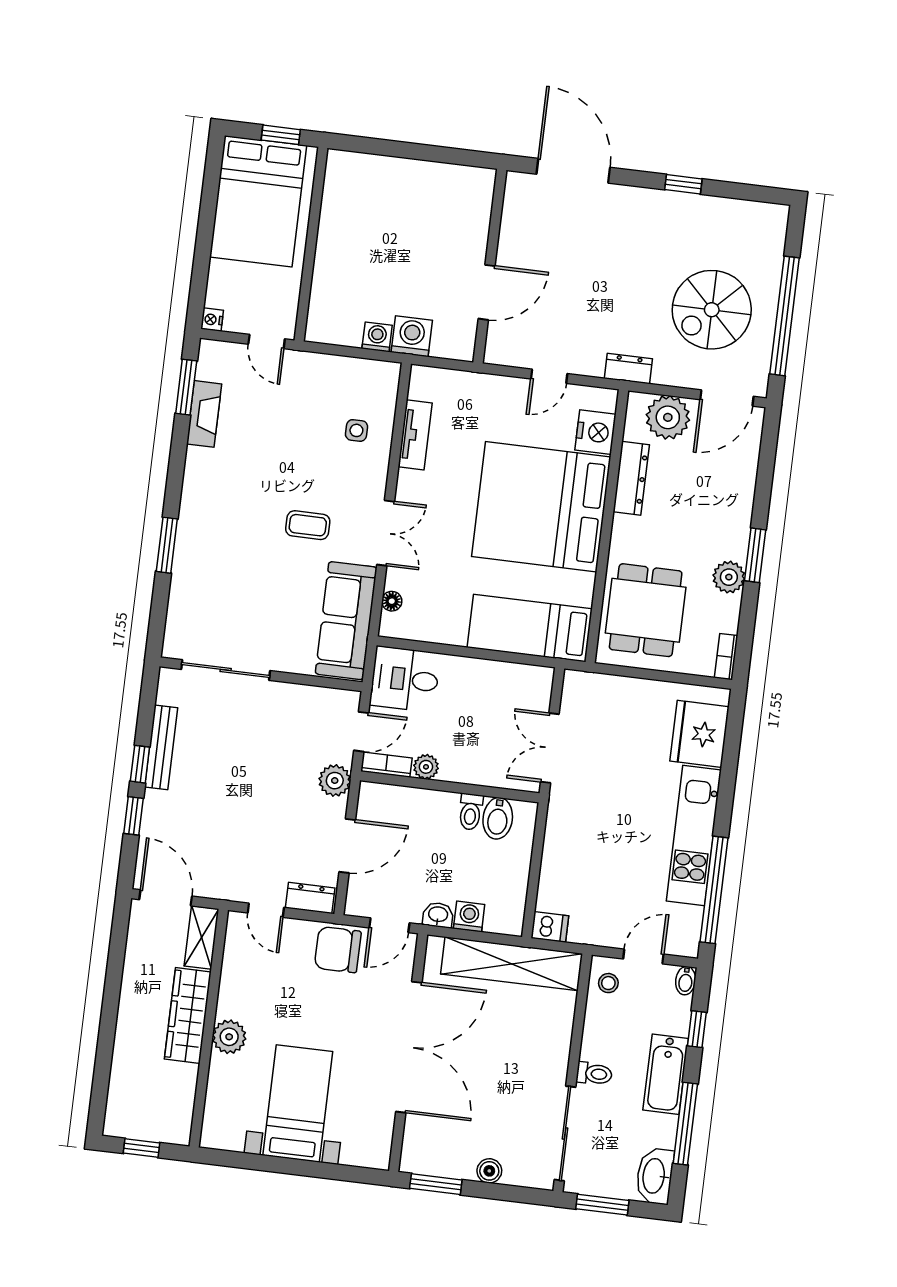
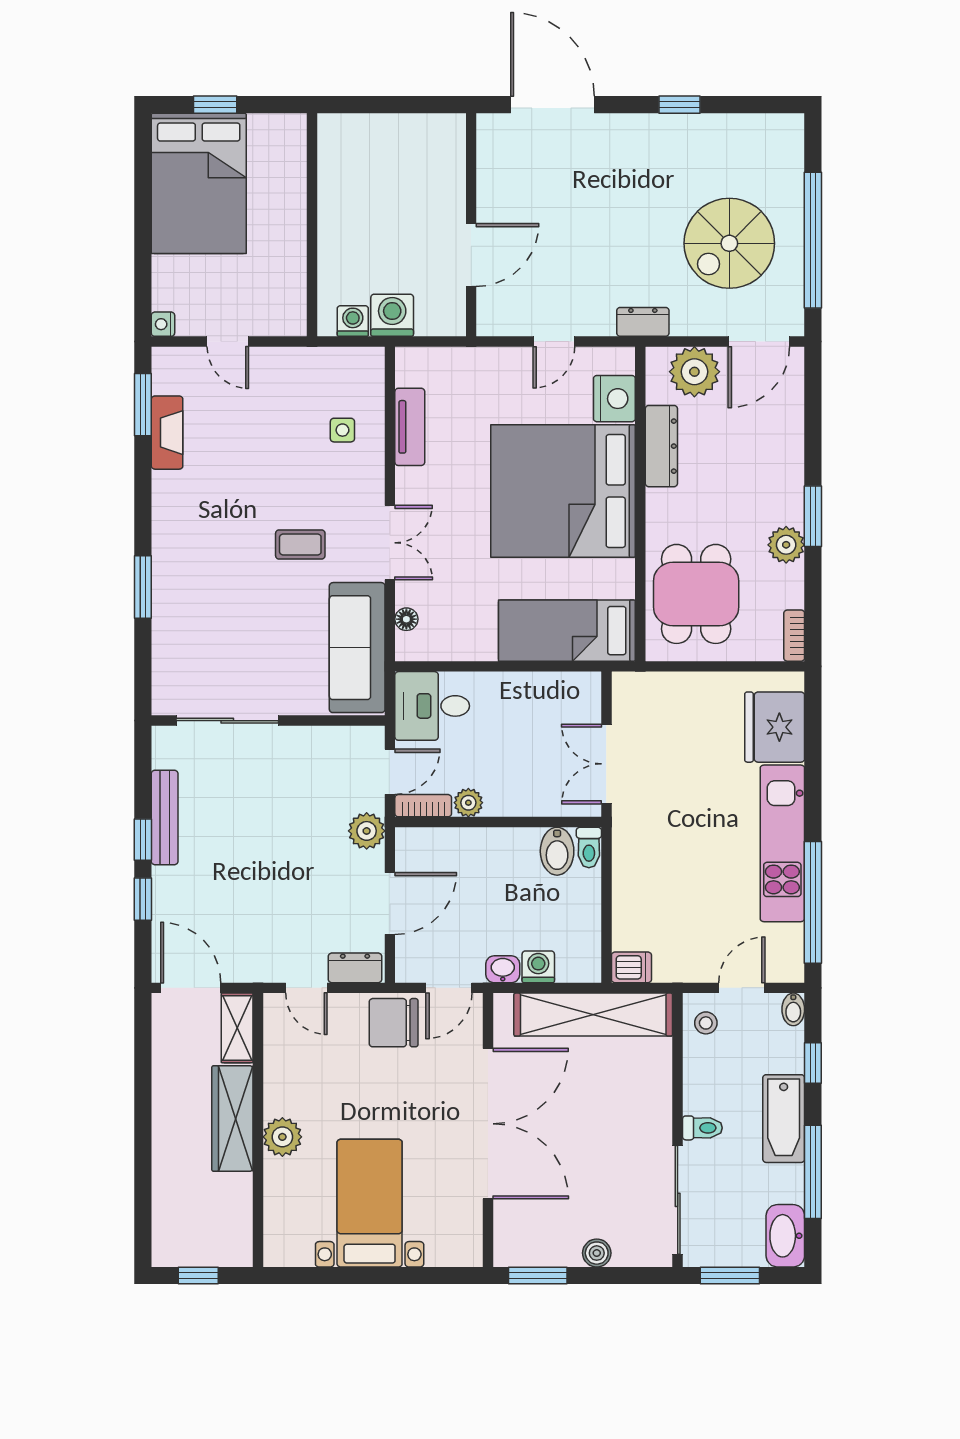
wall: (311, 244) -> (312, 225), moved
toilet: (471, 812) -> (589, 847), moved

